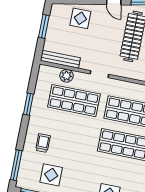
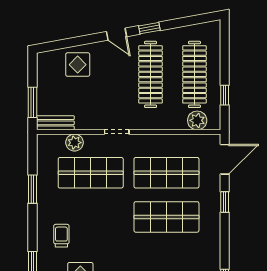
window: (44, 26) -> (33, 102), moved
bench: (60, 59) -> (55, 123), width x0.73

